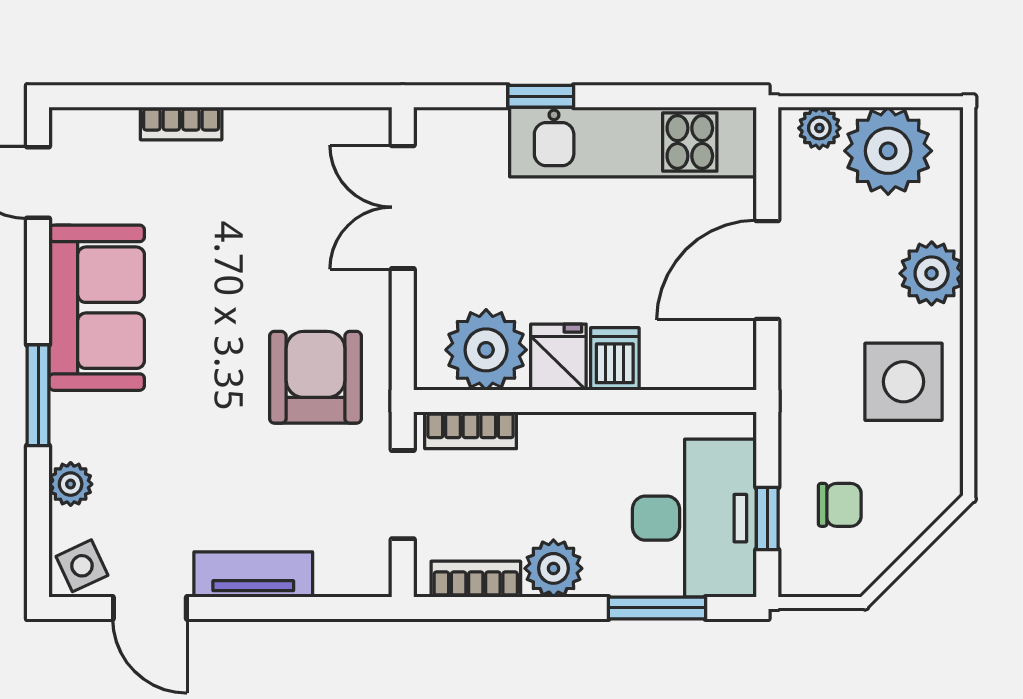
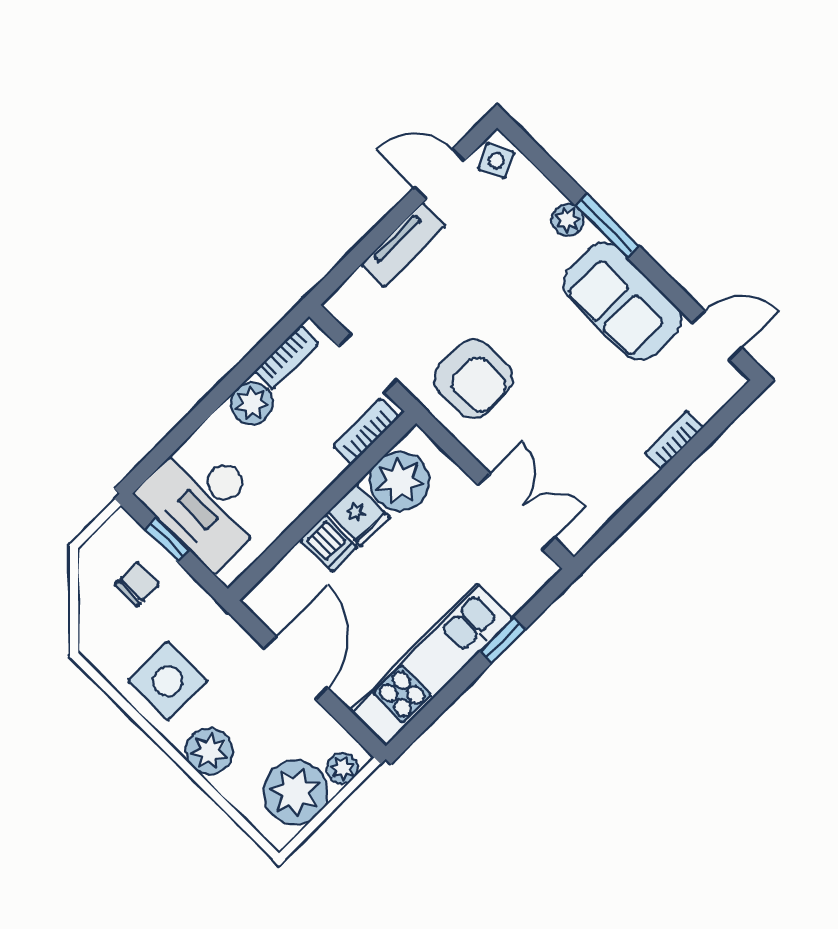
plant: (71, 484) -> (568, 220), moved
chair: (840, 505) -> (137, 584), turned 180
window: (657, 608) -> (178, 437), removed

